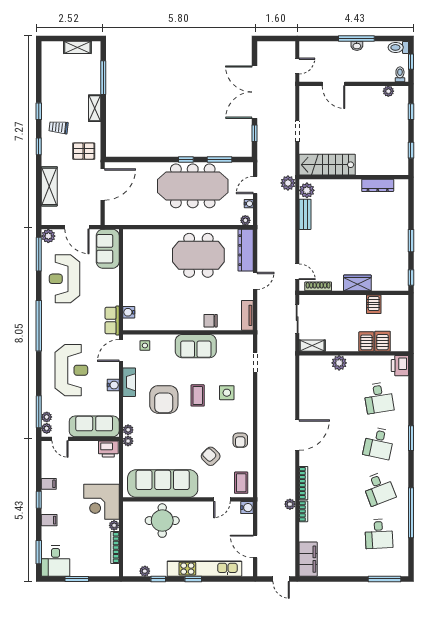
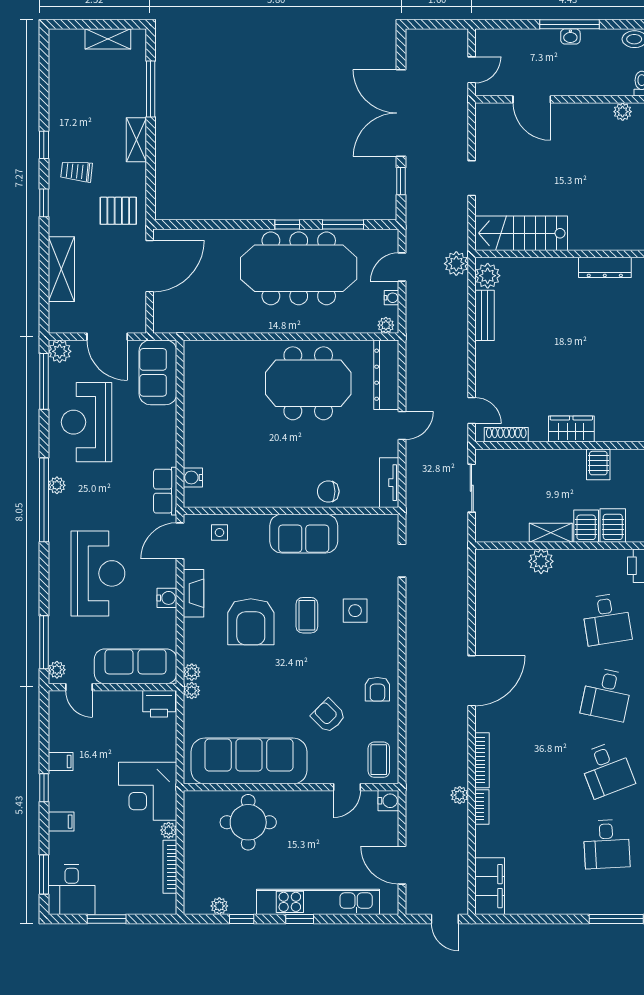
shelving: (312, 346) -> (551, 533), moved
plant: (47, 417) -> (57, 485), moved

